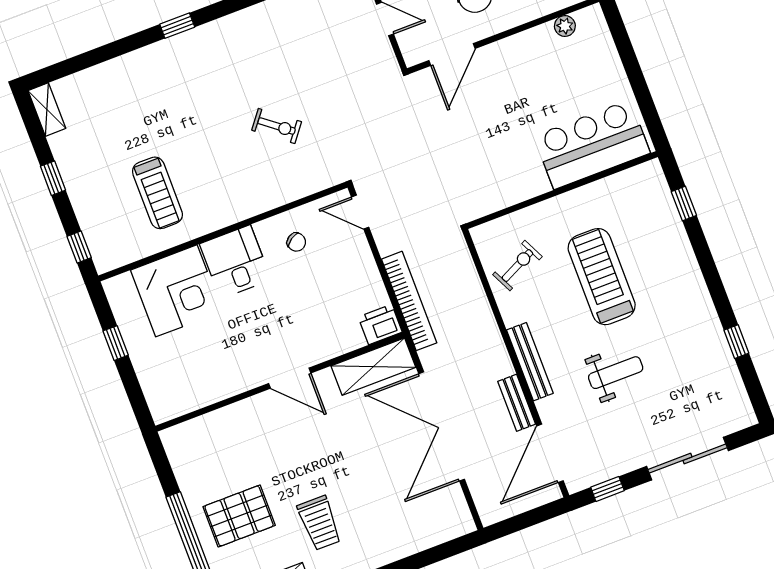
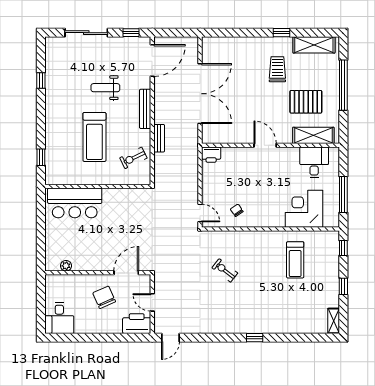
treadmill: (157, 193) -> (295, 260), turned 180
desk: (235, 262) -> (314, 162), moved, turned 180
bookcase: (409, 301) -> (193, 161), removed
window: (116, 343) -> (343, 195), width x2.17
shelving: (373, 367) -> (313, 135), moved
bench: (517, 403) -> (159, 138), moved
pallet: (239, 516) -> (306, 102), moved

